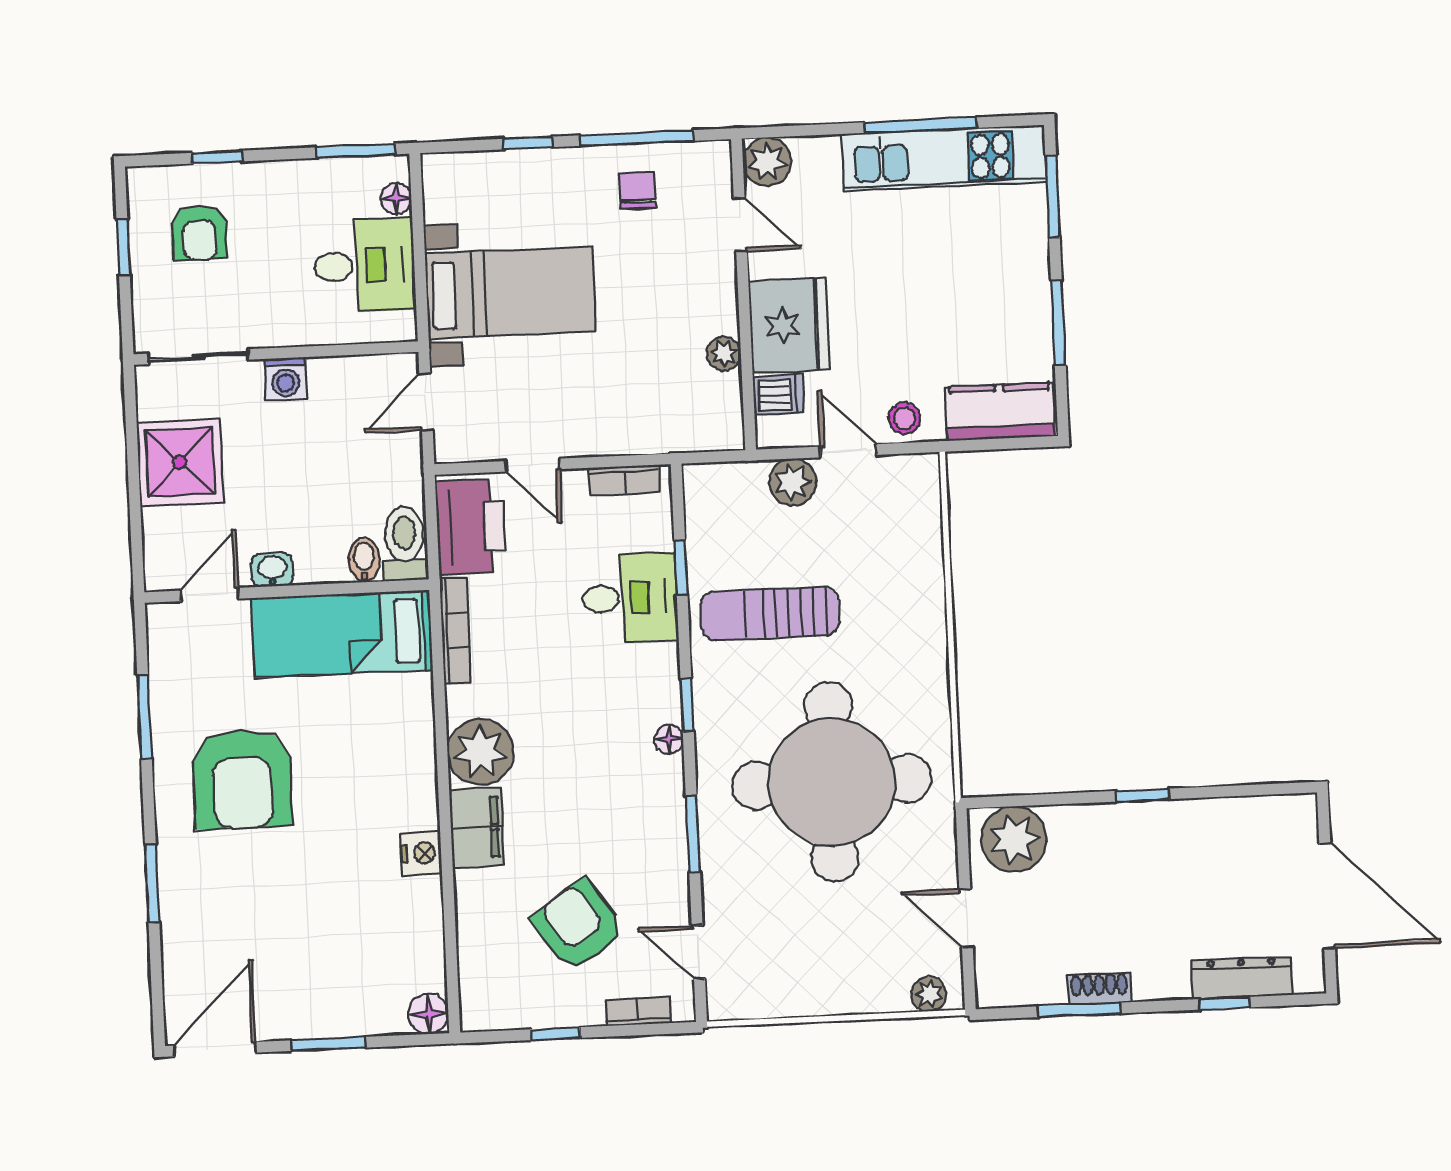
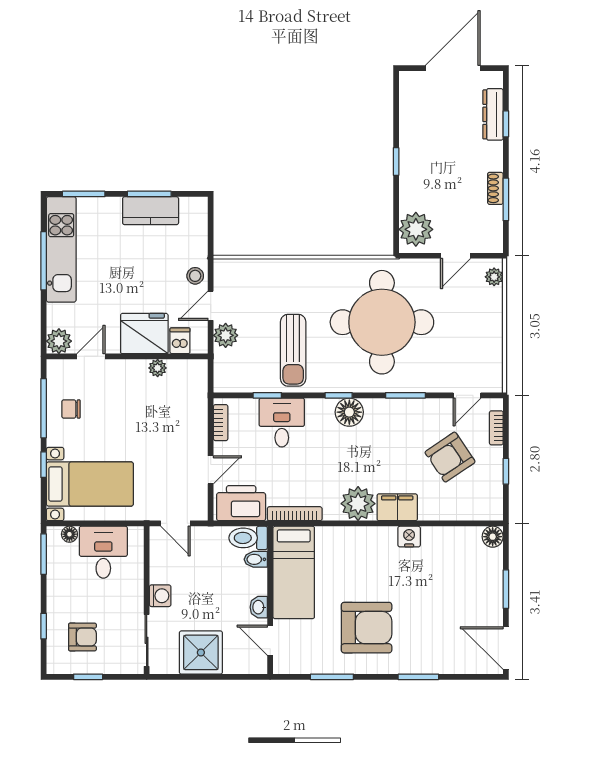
bed with nightstands: (510, 293) -> (90, 484), moved, turned 90
kitchen counter: (1000, 412) -> (151, 211), moved, turned -90
floor lamp: (669, 739) -> (349, 412), width x1.89, depth x1.89

